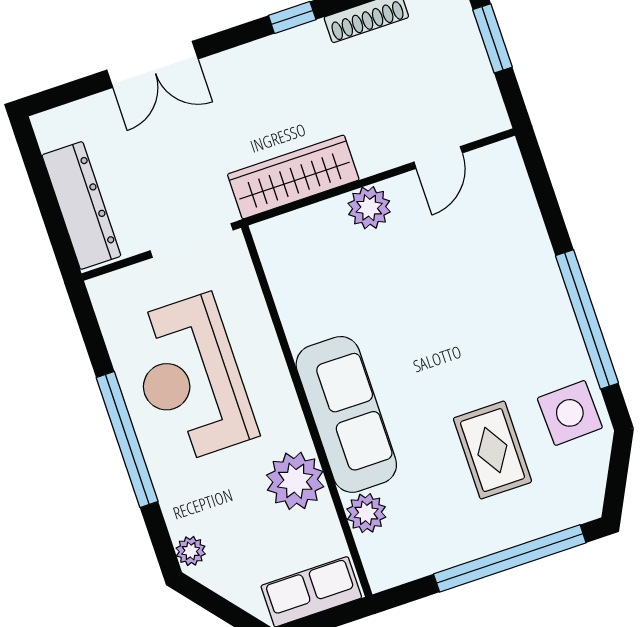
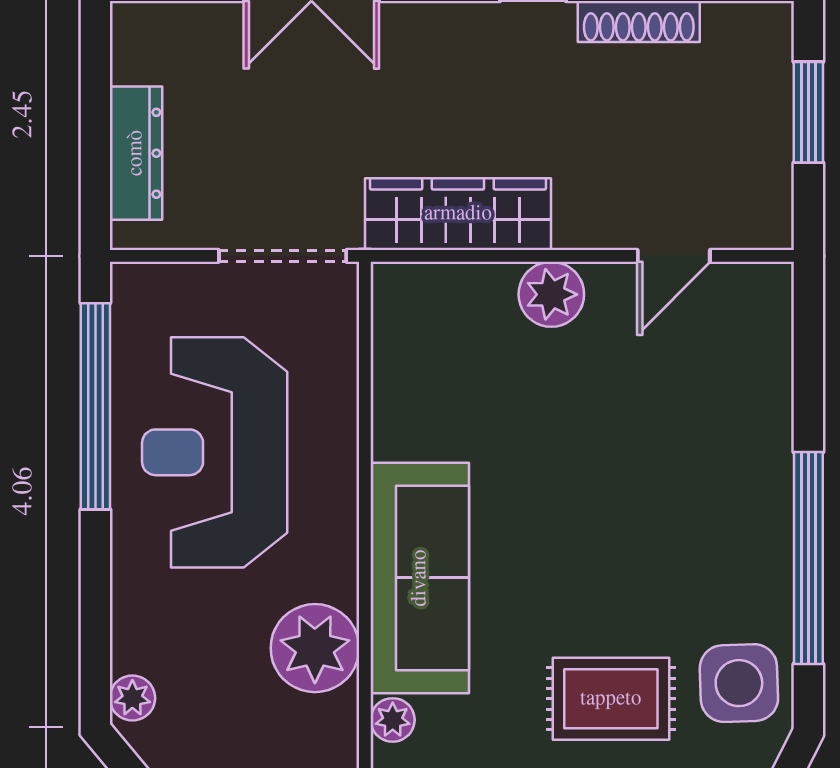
dresser: (81, 206) -> (136, 153), width x0.73, depth x0.80
window: (127, 439) -> (95, 406), moved
rug: (492, 450) -> (611, 699), turned 90
plant: (366, 513) -> (393, 720), width x0.73, depth x0.73

